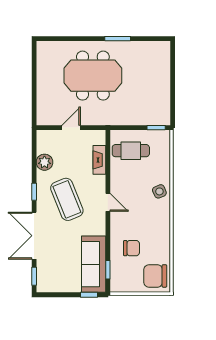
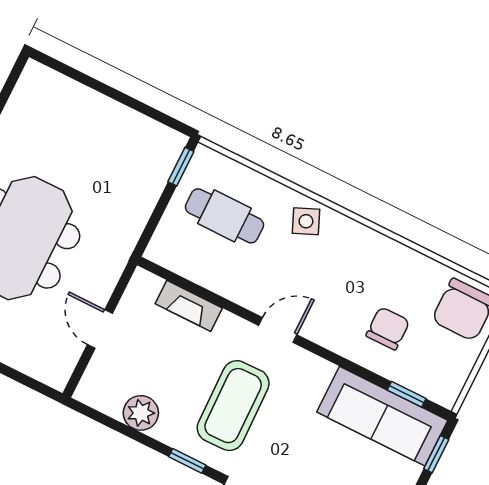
cafe table: (131, 151) -> (224, 216), moved, turned 90
coffee table: (67, 199) -> (233, 406), turned -69

